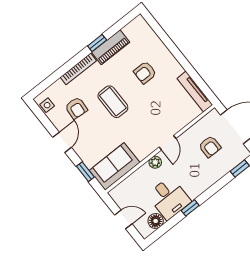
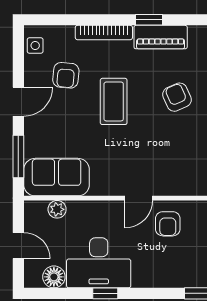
armchair: (145, 72) -> (177, 97), turned 66
armchair: (210, 147) -> (168, 224), moved
plant: (155, 162) -> (57, 209), moved
window: (85, 172) -> (18, 156), width x1.50
desk: (169, 198) -> (99, 263), width x1.37

